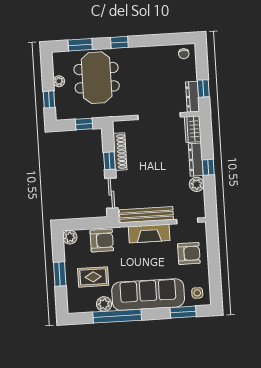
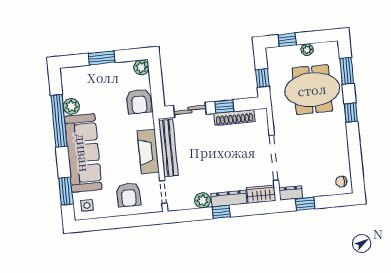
dresser: (192, 97) -> (291, 193), width x0.70
rug: (93, 277) -> (100, 94), removed

